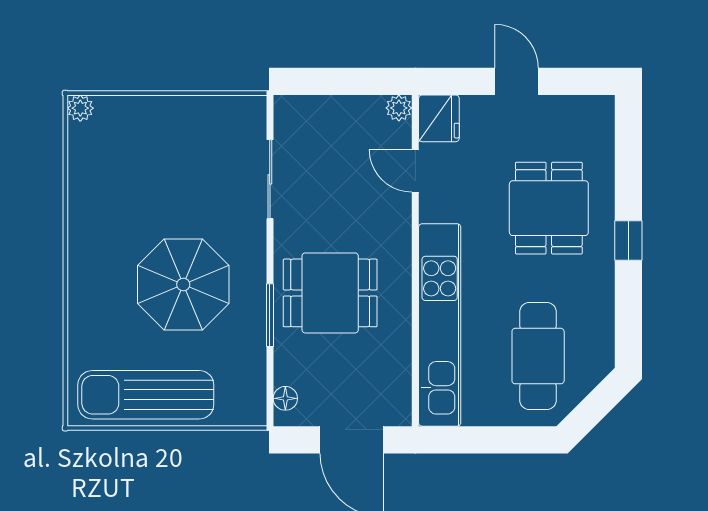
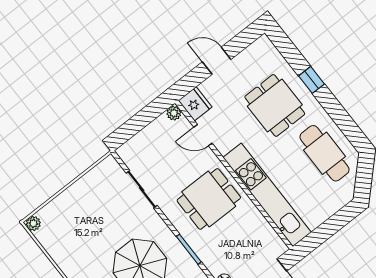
window: (628, 241) -> (311, 80), moved
dining table: (330, 293) -> (209, 199), moved
cafe table: (538, 356) -> (324, 153), moved

